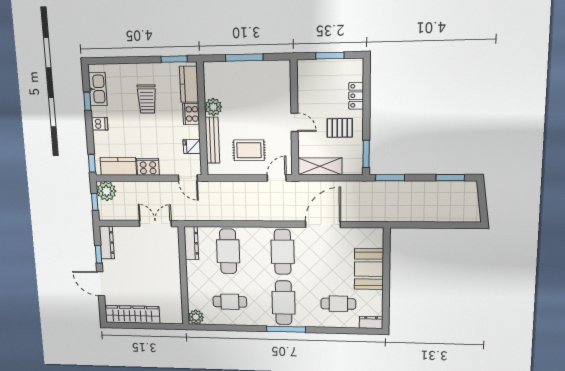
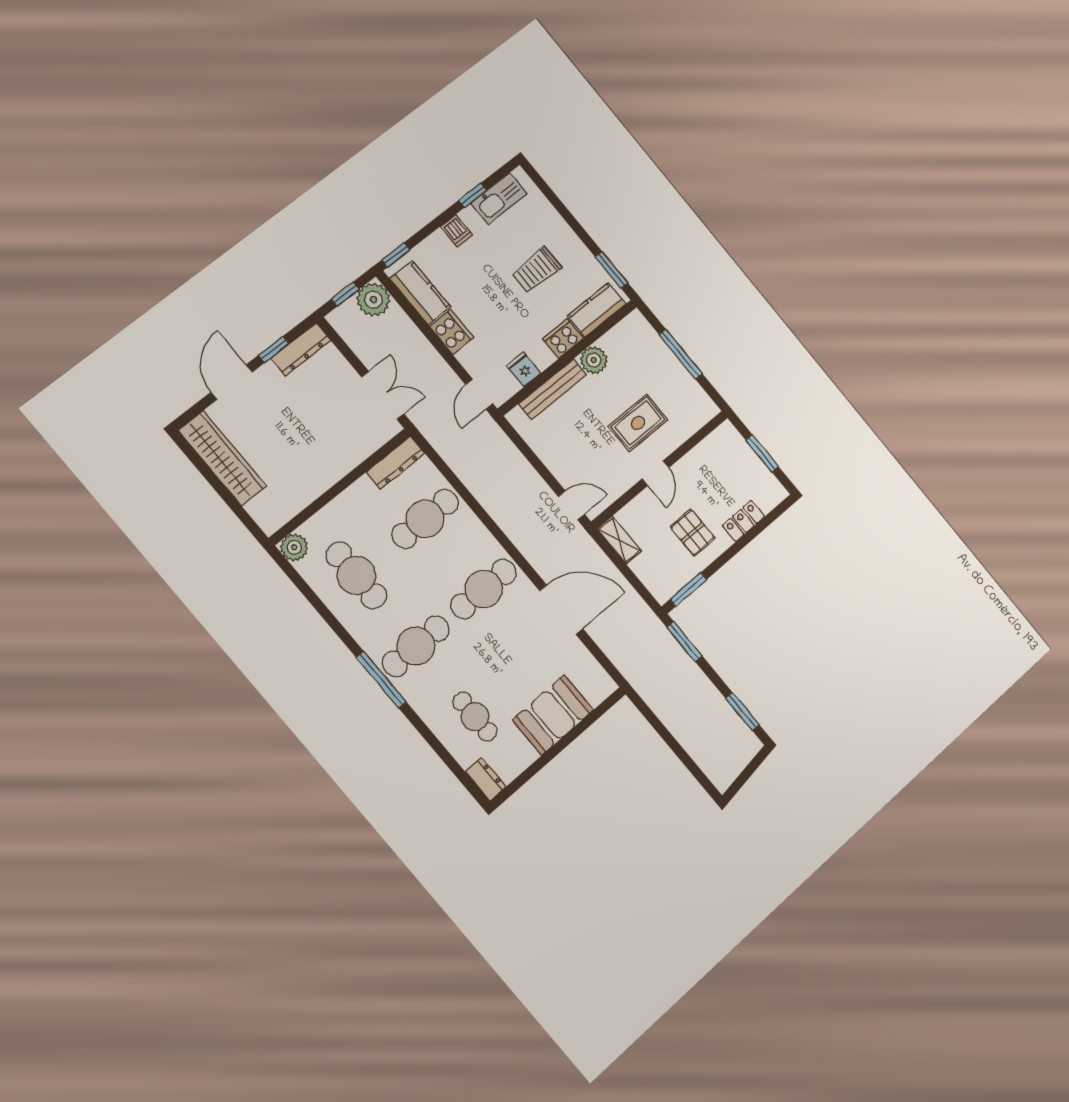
rug: (249, 150) -> (638, 423), moved, turned 90
shelving: (320, 166) -> (619, 540), width x0.67, depth x0.75
cafe table: (230, 302) -> (356, 575), width x1.37, depth x1.35

